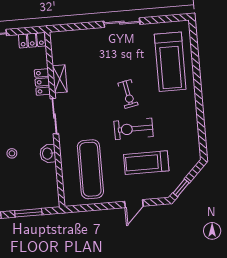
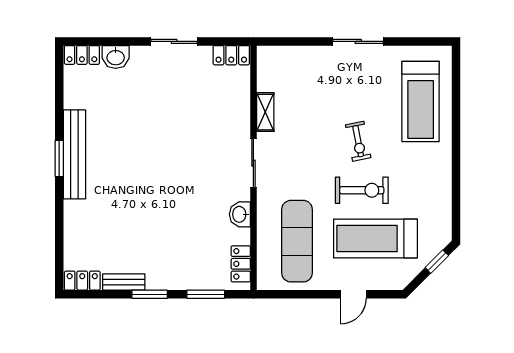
locker: (42, 82) -> (241, 264), moved
exercise bike: (134, 129) -> (362, 190), turned 180
stool: (12, 153) -> (190, 210), removed
treadmill: (146, 163) -> (375, 239), width x1.37, depth x1.37
window: (181, 188) -> (437, 262), moved

